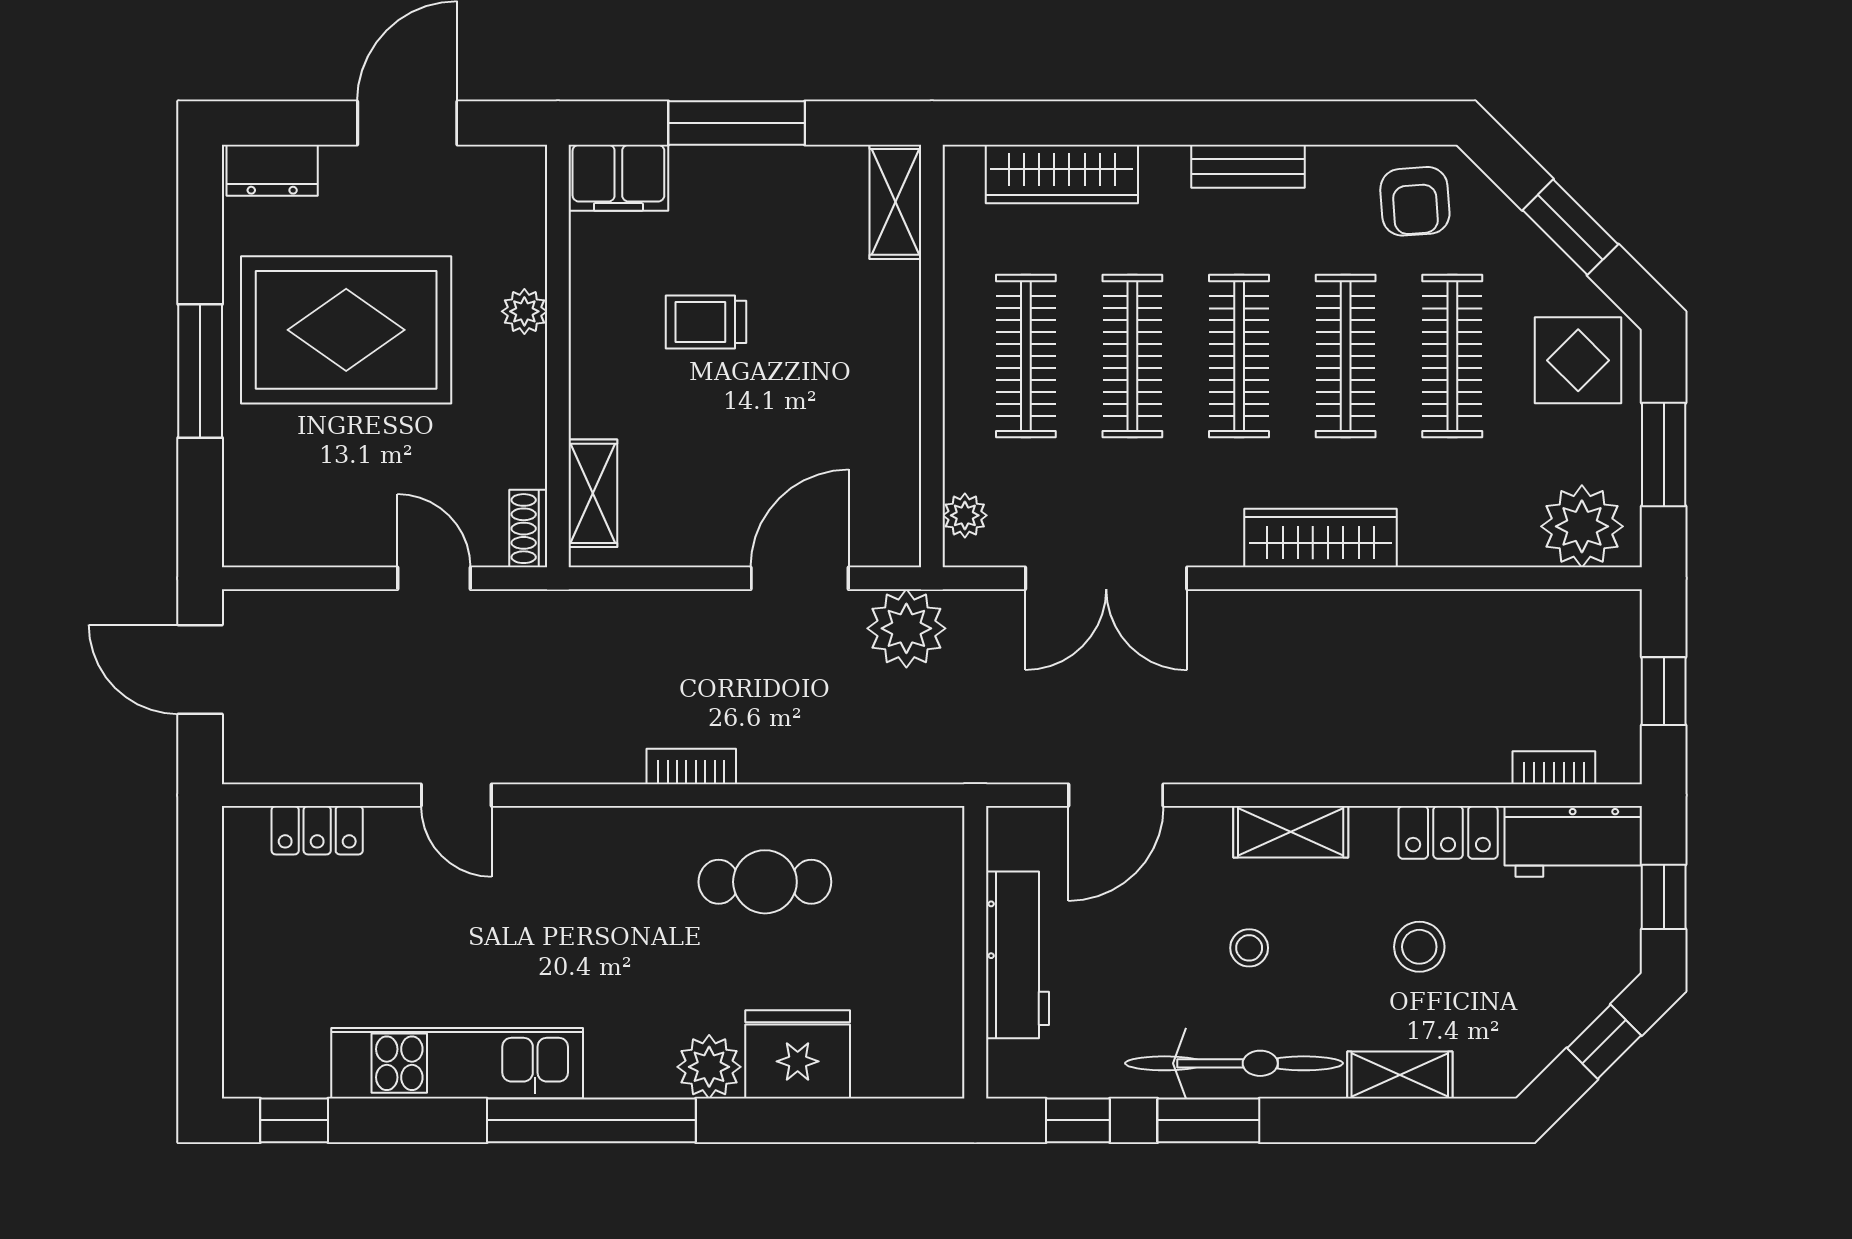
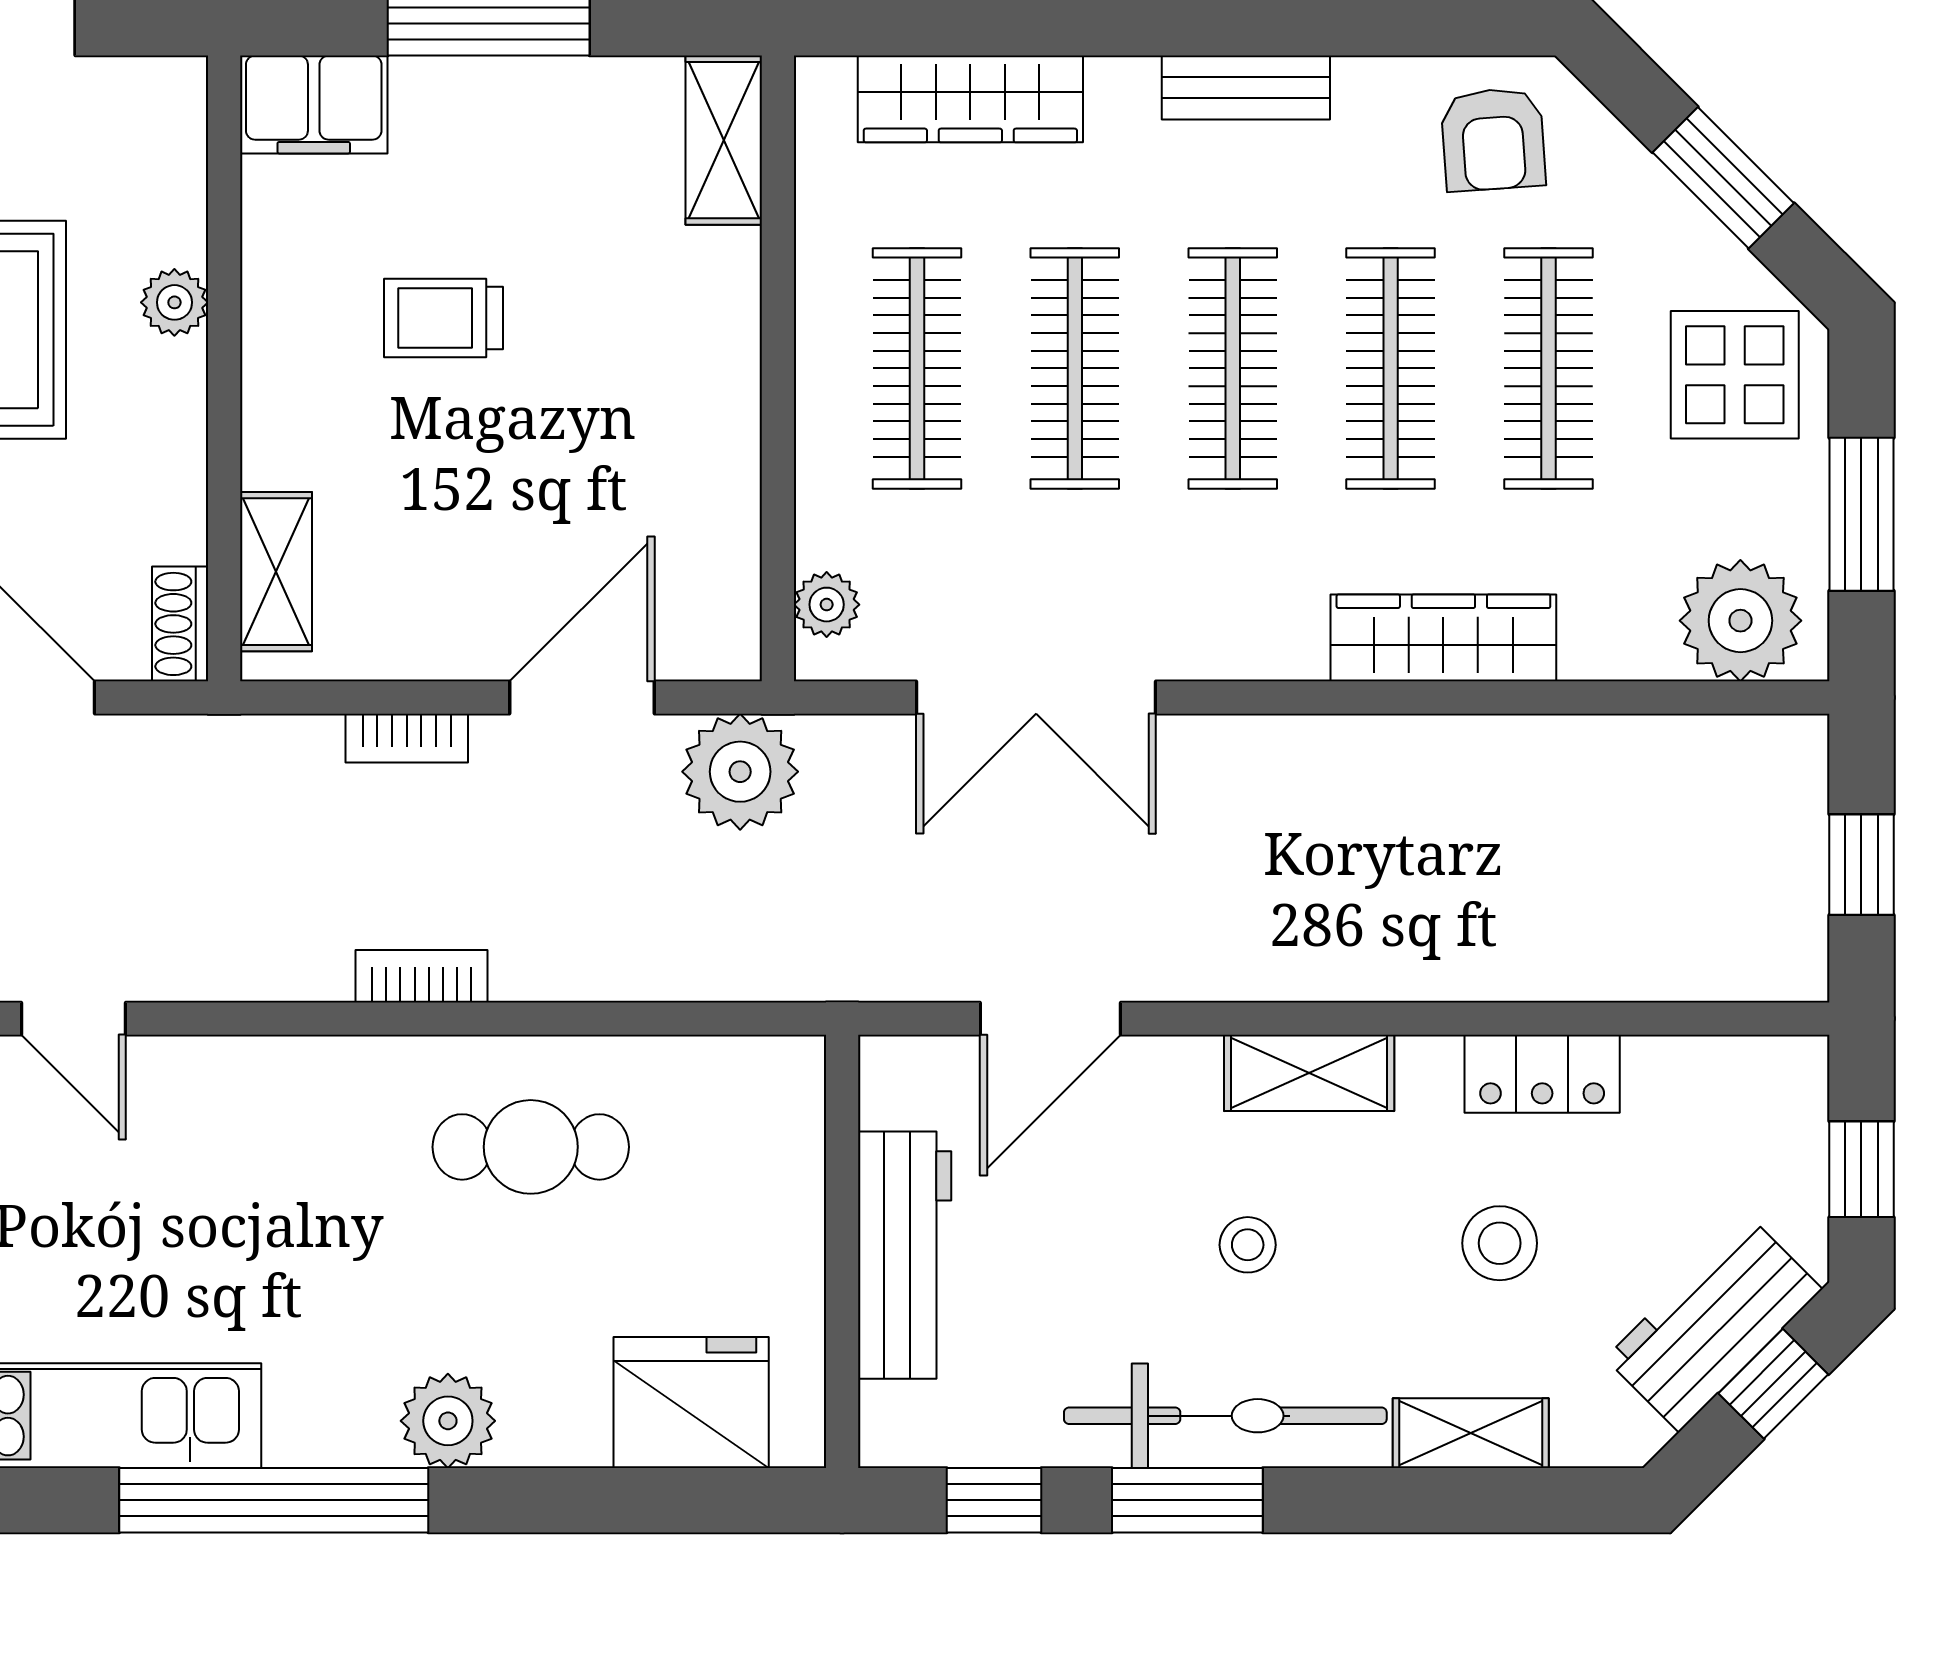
wardrobe: (1321, 538) -> (1443, 638), moved
bookcase: (1554, 768) -> (407, 738), moved, turned 180
workbench: (1573, 841) -> (1714, 1324), moved, turned 135
fridge: (798, 1054) -> (691, 1402), moved

